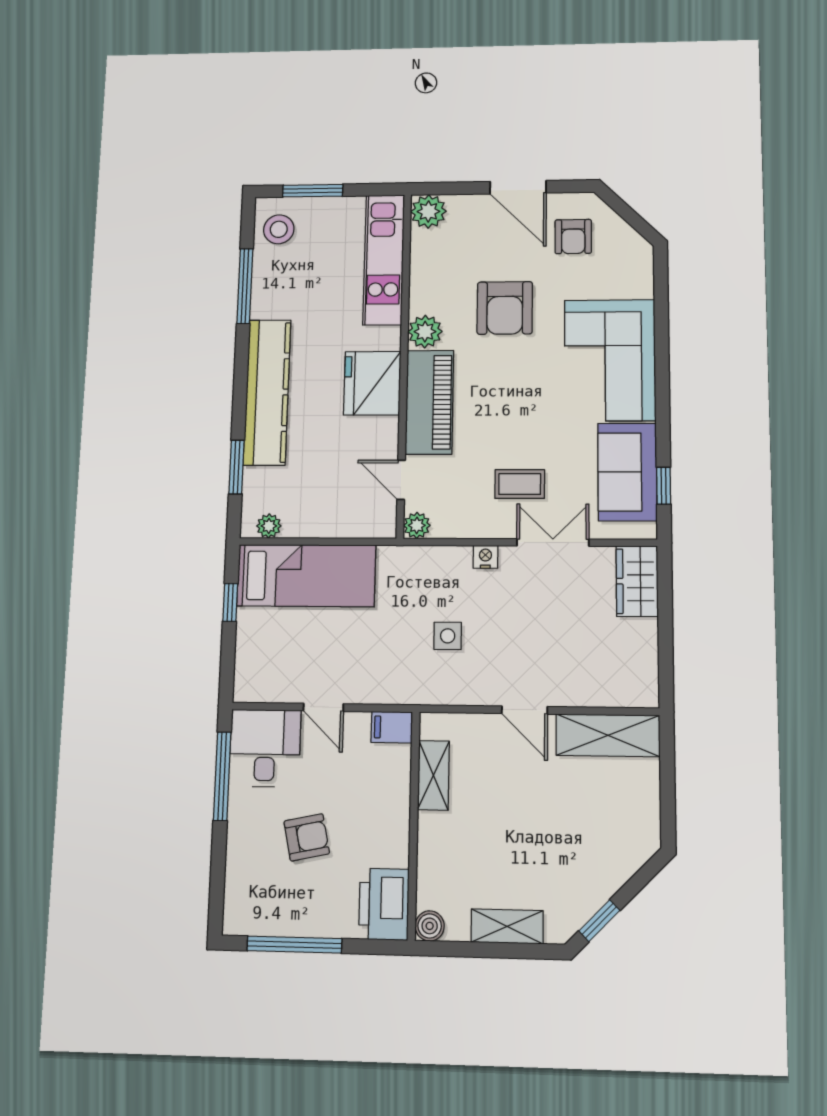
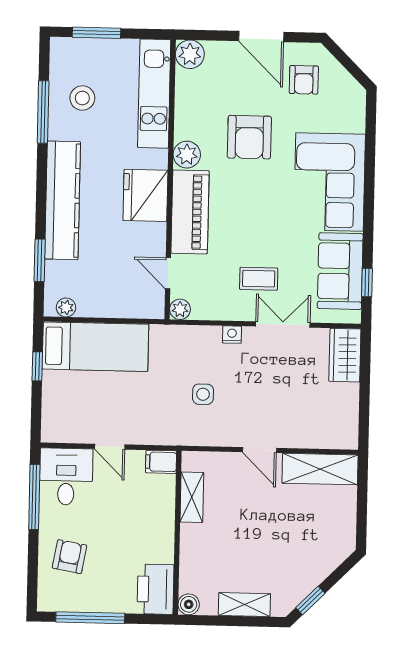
stool: (279, 229) -> (82, 98), moved
armchair: (307, 837) -> (70, 557), moved, turned -68

